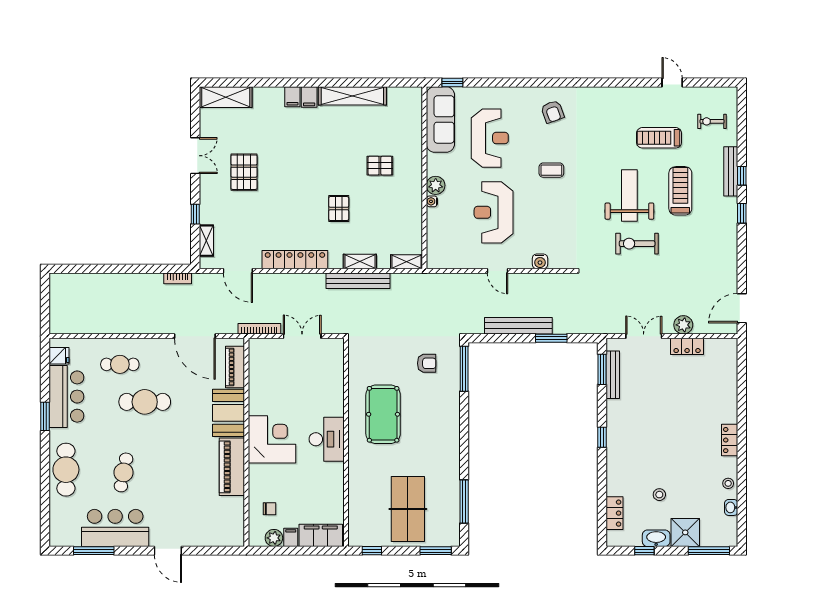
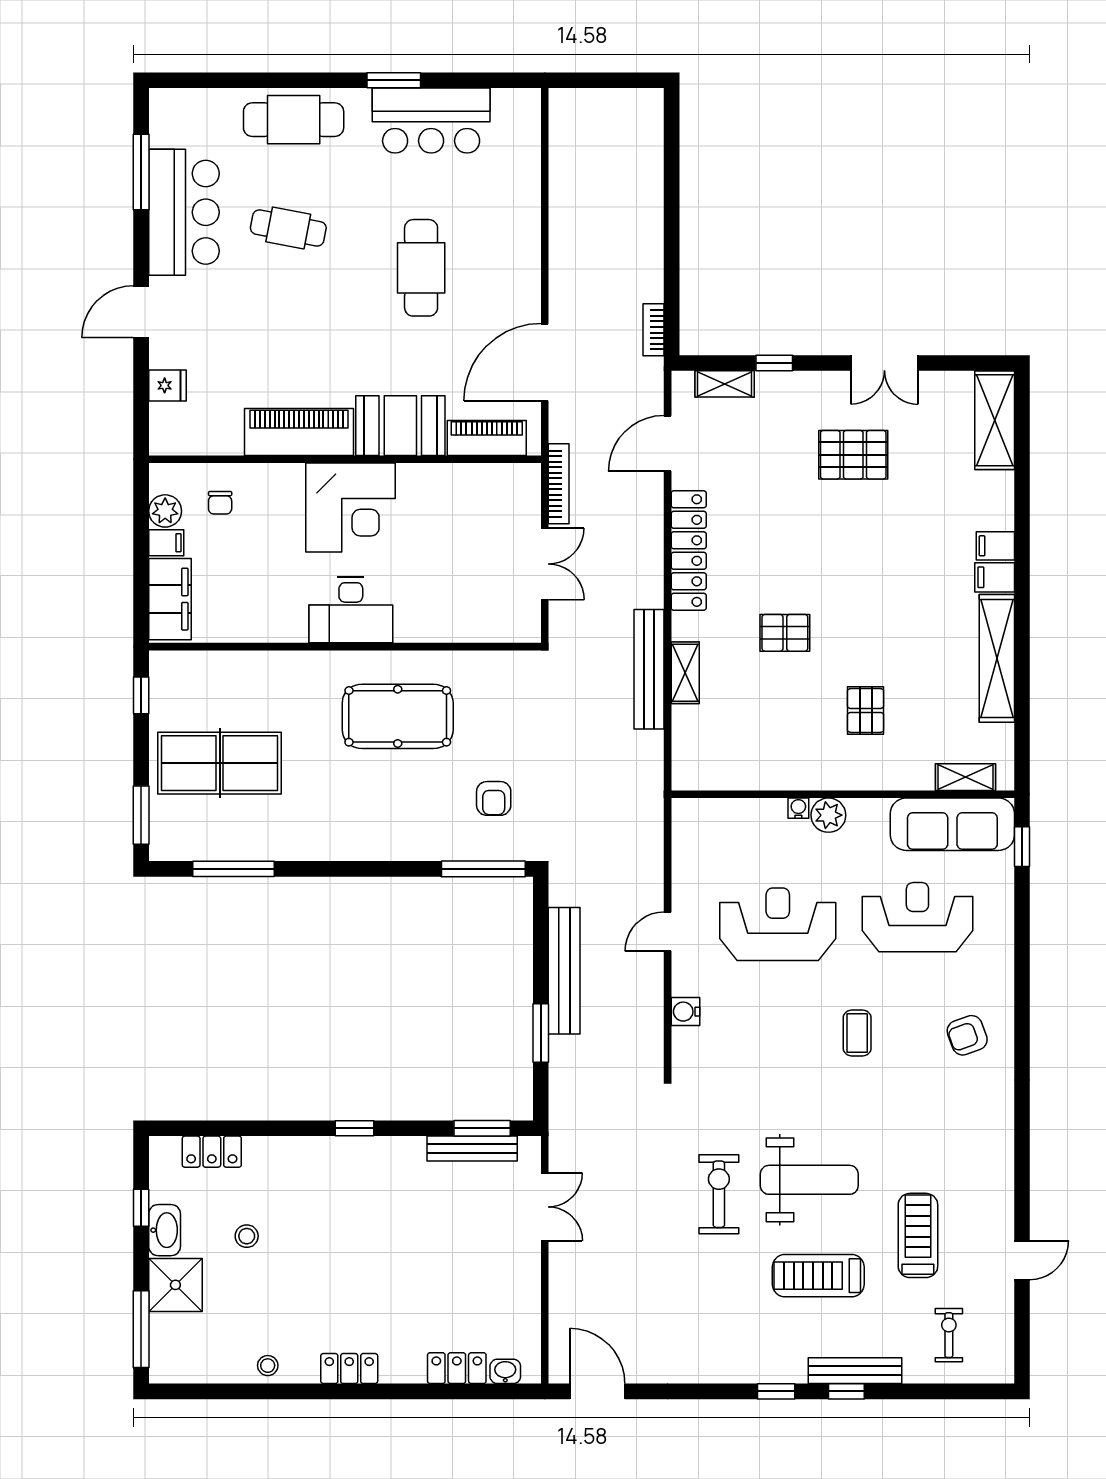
reception desk: (490, 138) -> (917, 917), turned 180
treadmill: (680, 191) -> (818, 1276), turned 180
shelving: (407, 262) -> (966, 777), moved, turned 90
plant: (683, 325) -> (566, 1281), removed
locker: (687, 346) -> (457, 1368), moved, turned 90
fridge: (59, 356) -> (168, 385), moved, turned -90
cafe table: (120, 364) -> (492, 221), removed
washbasin: (731, 507) -> (505, 1371), moved

